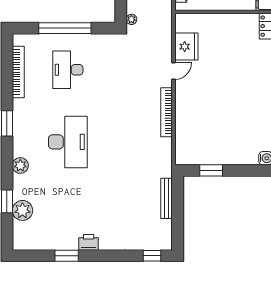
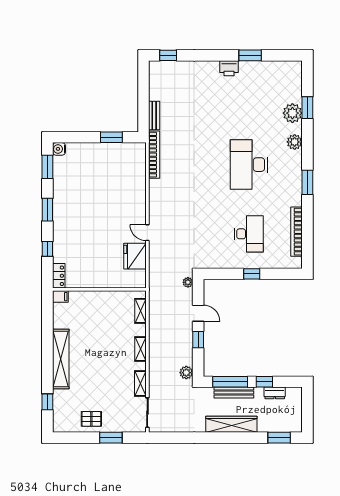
window: (65, 28) -> (252, 274), width x0.32
door: (174, 71) -> (147, 233), hinge flipped
bookcase: (167, 112) -> (154, 155), moved
bench: (166, 198) -> (154, 116), width x0.73
plant: (22, 210) -> (292, 113), moved

